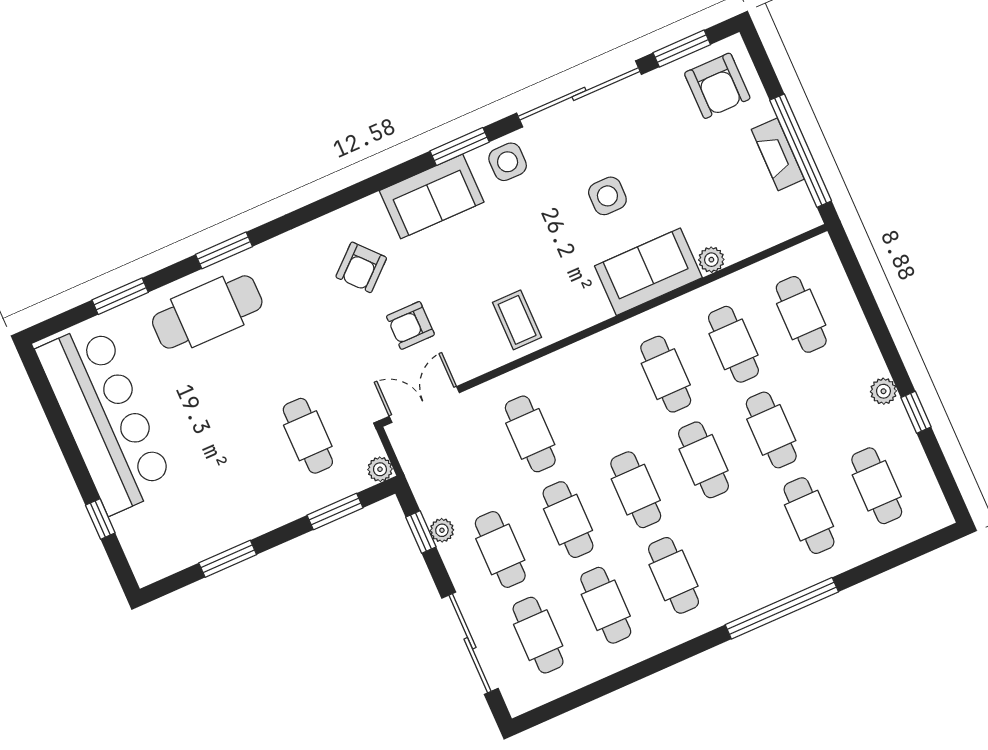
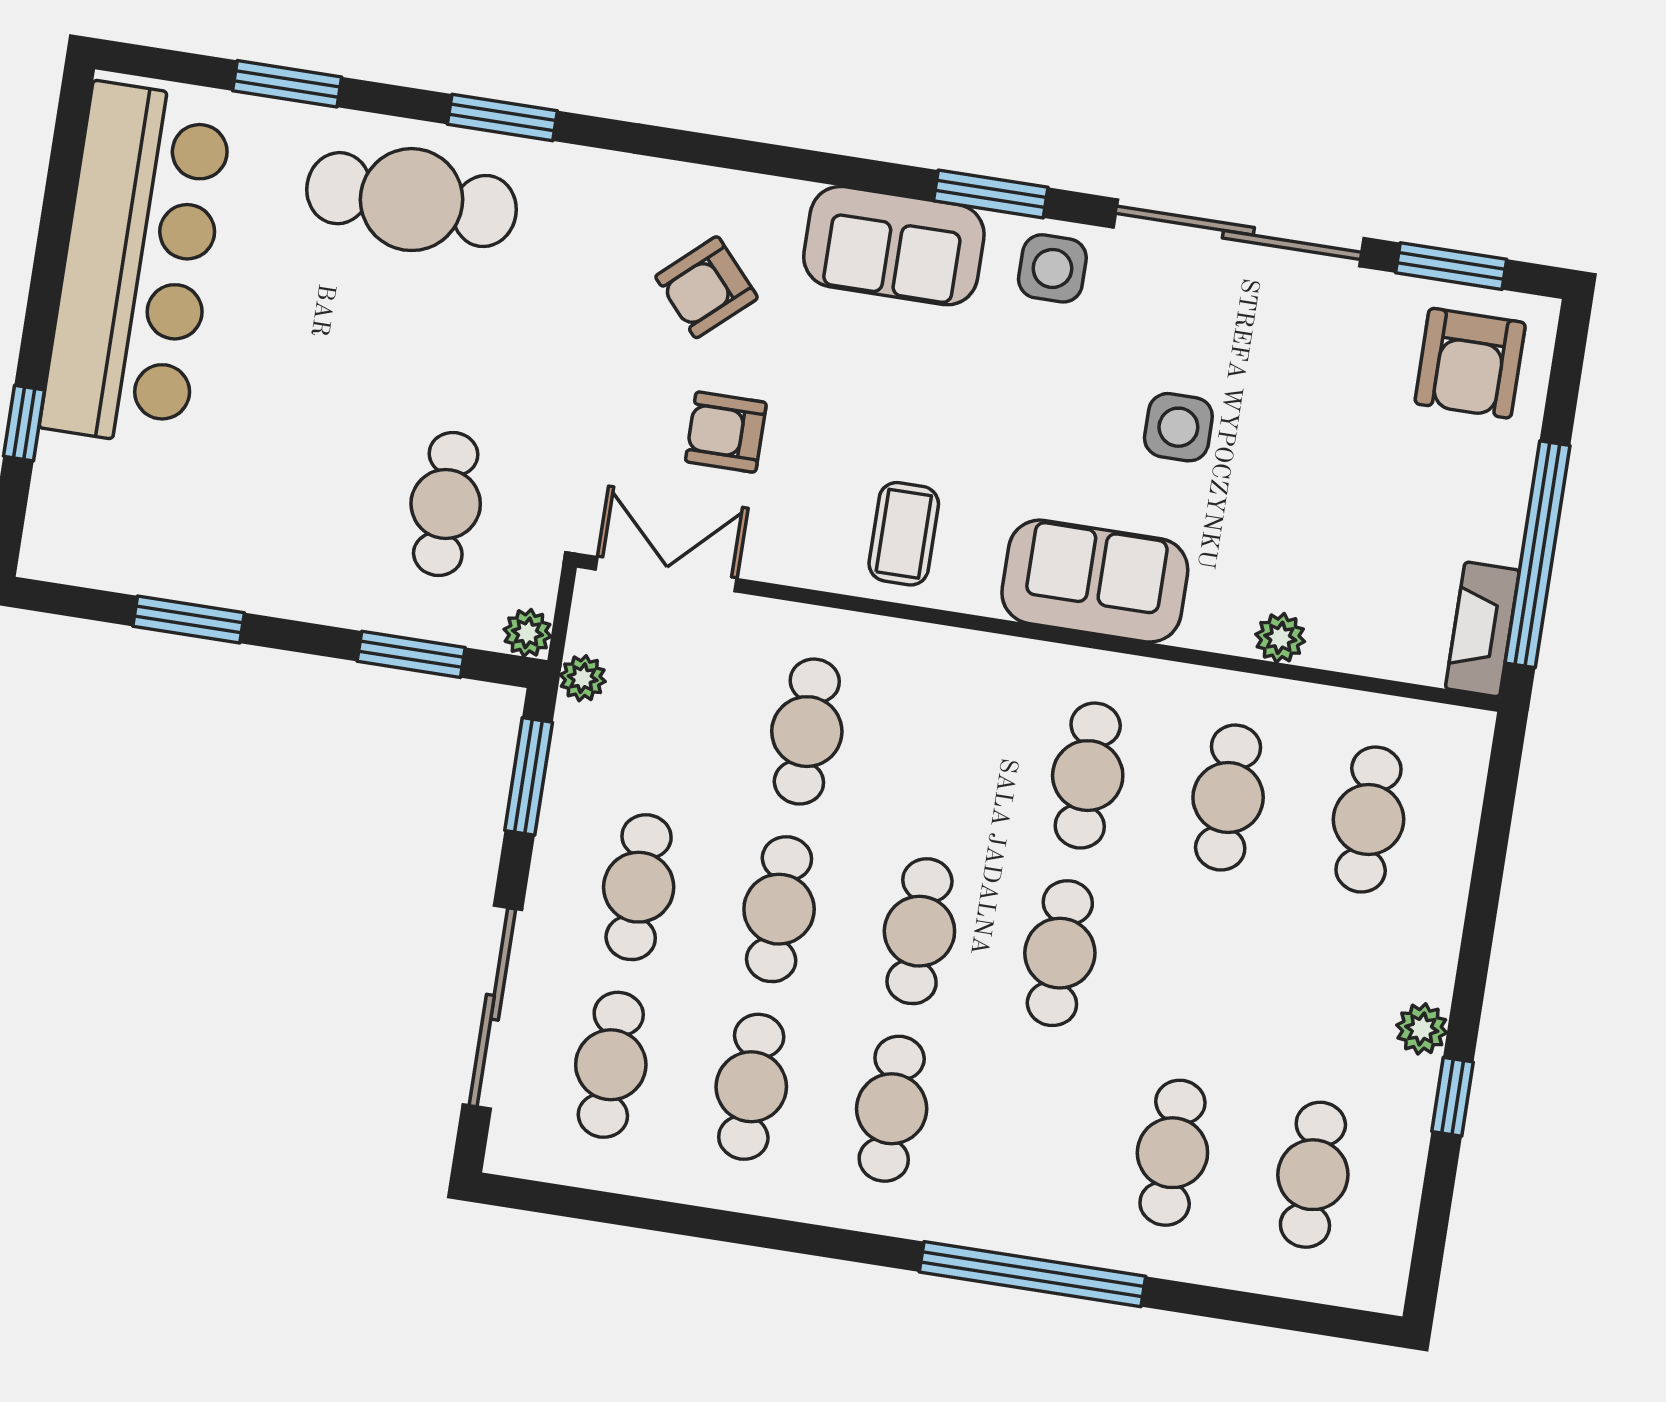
fireplace: (778, 154) -> (1482, 629), moved
sofa: (648, 272) -> (1095, 581), moved
cafe table: (771, 430) -> (1200, 975), removed
plant: (442, 530) -> (583, 678), moved
window: (421, 532) -> (529, 776), width x1.50

